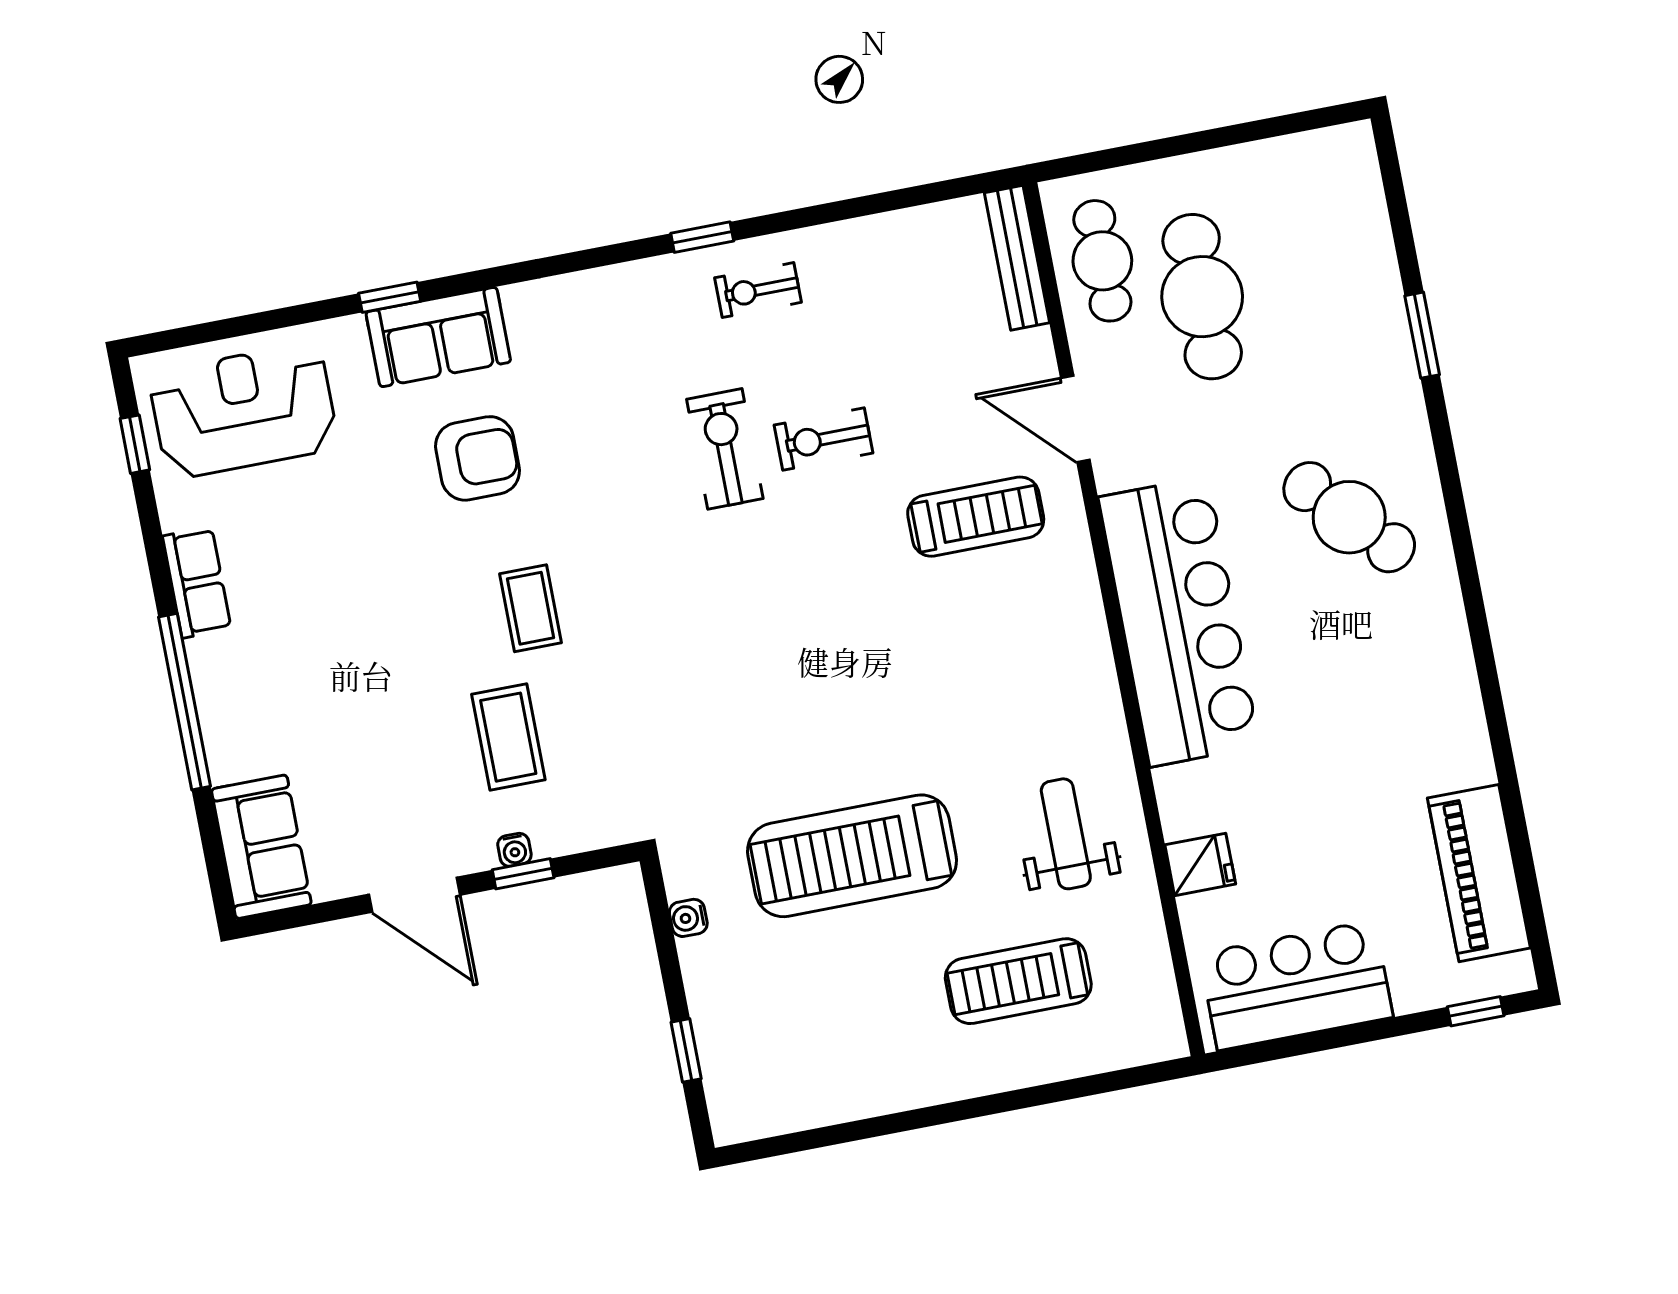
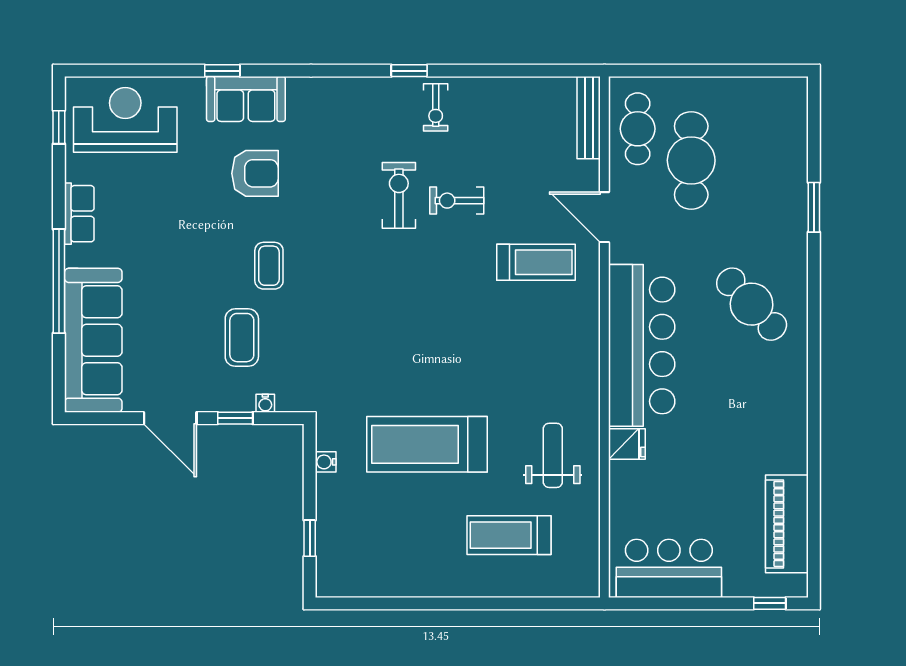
exercise bike: (758, 290) -> (436, 107), turned -90
sofa: (261, 847) -> (93, 340), width x1.85, depth x1.27
water cooler: (514, 850) -> (265, 403), moved
fridge: (1200, 864) -> (627, 444), moved

